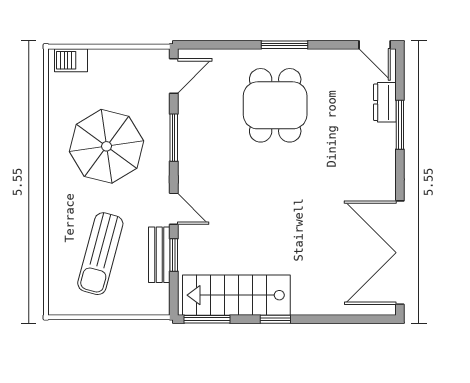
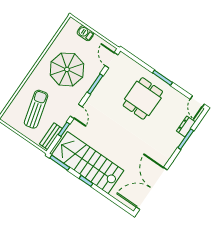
barbecue: (71, 60) -> (85, 33), moved
door: (174, 76) -> (112, 60), swing flipped
sun lounger: (100, 254) -> (36, 109), turned 150
bench: (159, 255) -> (51, 136), moved
stairs: (236, 295) -> (88, 163), width x1.36, depth x1.51

